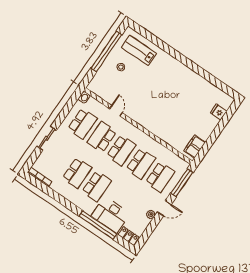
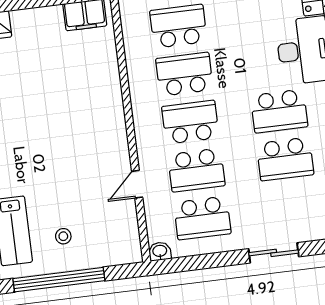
school desk: (82, 124) -> (202, 218), turned 180
school desk: (77, 173) -> (285, 159), turned 180
school desk: (97, 186) -> (279, 111), turned 180

